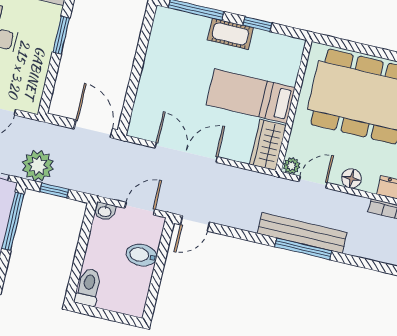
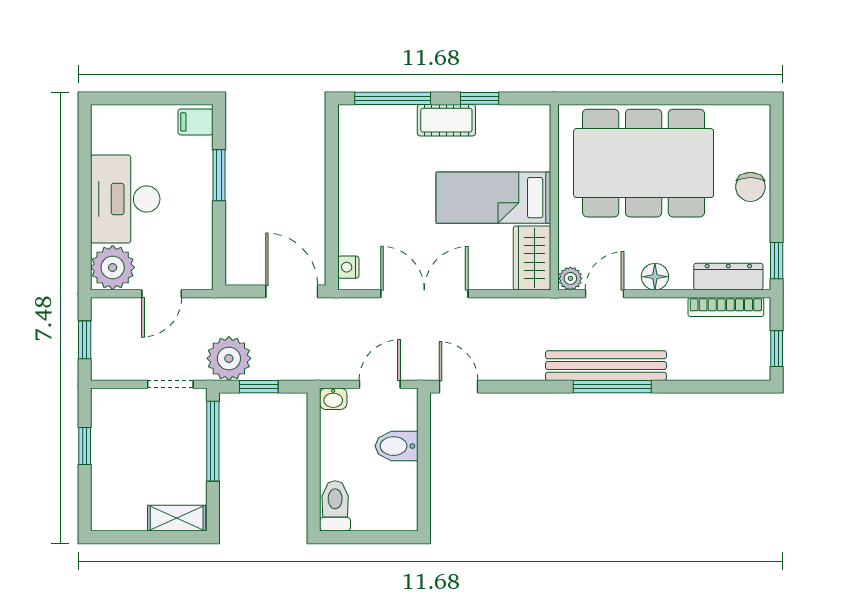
nightstand: (137, 121) -> (348, 267), added
door: (195, 223) -> (459, 387), swing flipped

